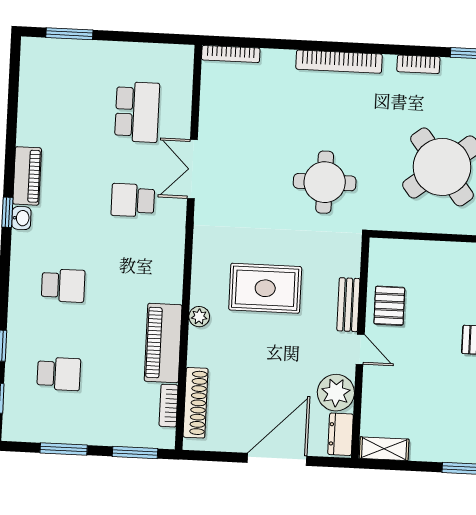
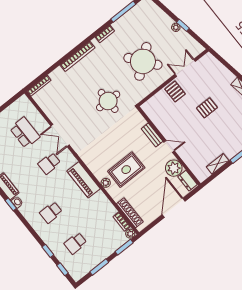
school desk: (63, 285) -> (51, 212), turned 180
rug: (265, 288) -> (126, 170), moved
pallet: (389, 306) -> (175, 92), moved
piano: (163, 343) -> (84, 180), moved
school desk: (59, 374) -> (75, 243), turned 180
plant: (165, 439) -> (130, 234), added
shelving: (384, 449) -> (218, 164), moved

